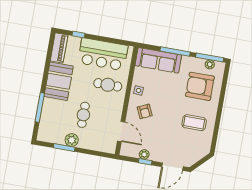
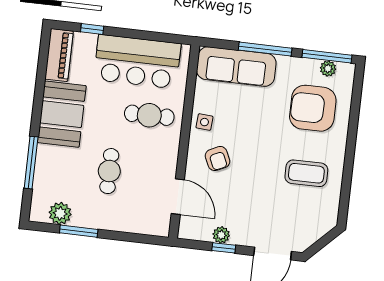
plant: (72, 140) -> (60, 213), moved

